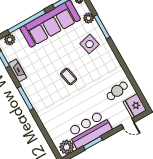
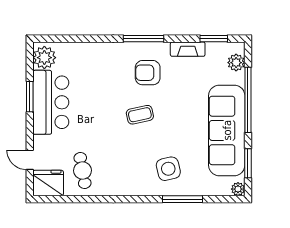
plant: (89, 18) -> (205, 188), removed
armchair: (43, 85) -> (148, 73), added
door: (128, 123) -> (30, 160), hinge flipped

